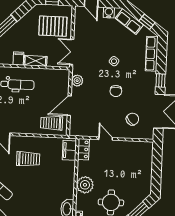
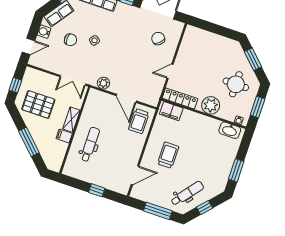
pallet: (53, 26) -> (38, 104), moved, turned 90
chair: (116, 91) -> (71, 40), moved
locker: (83, 149) -> (180, 98), width x1.53

